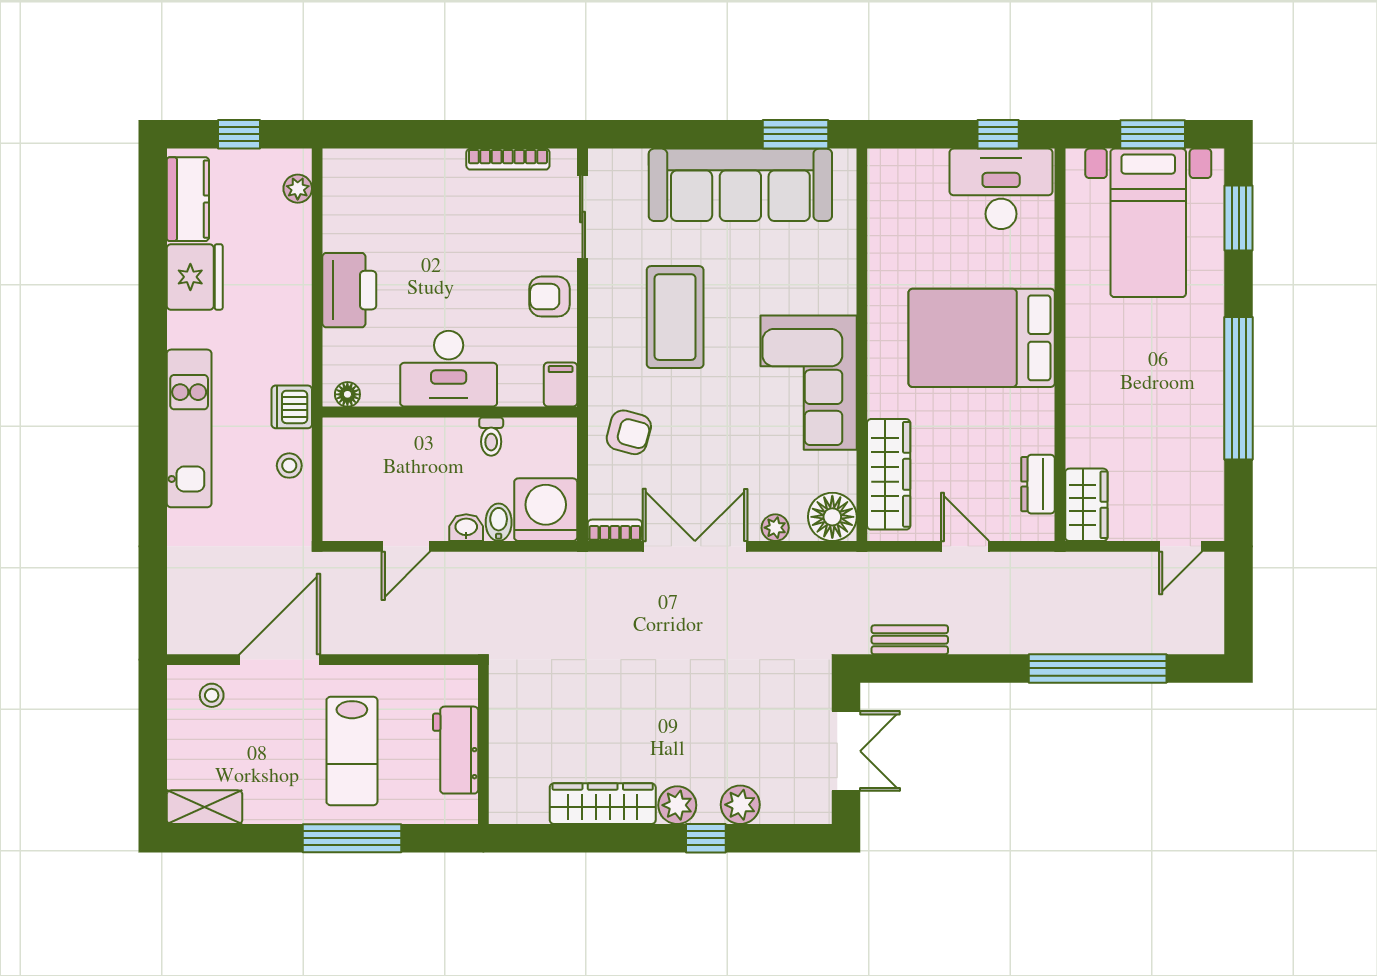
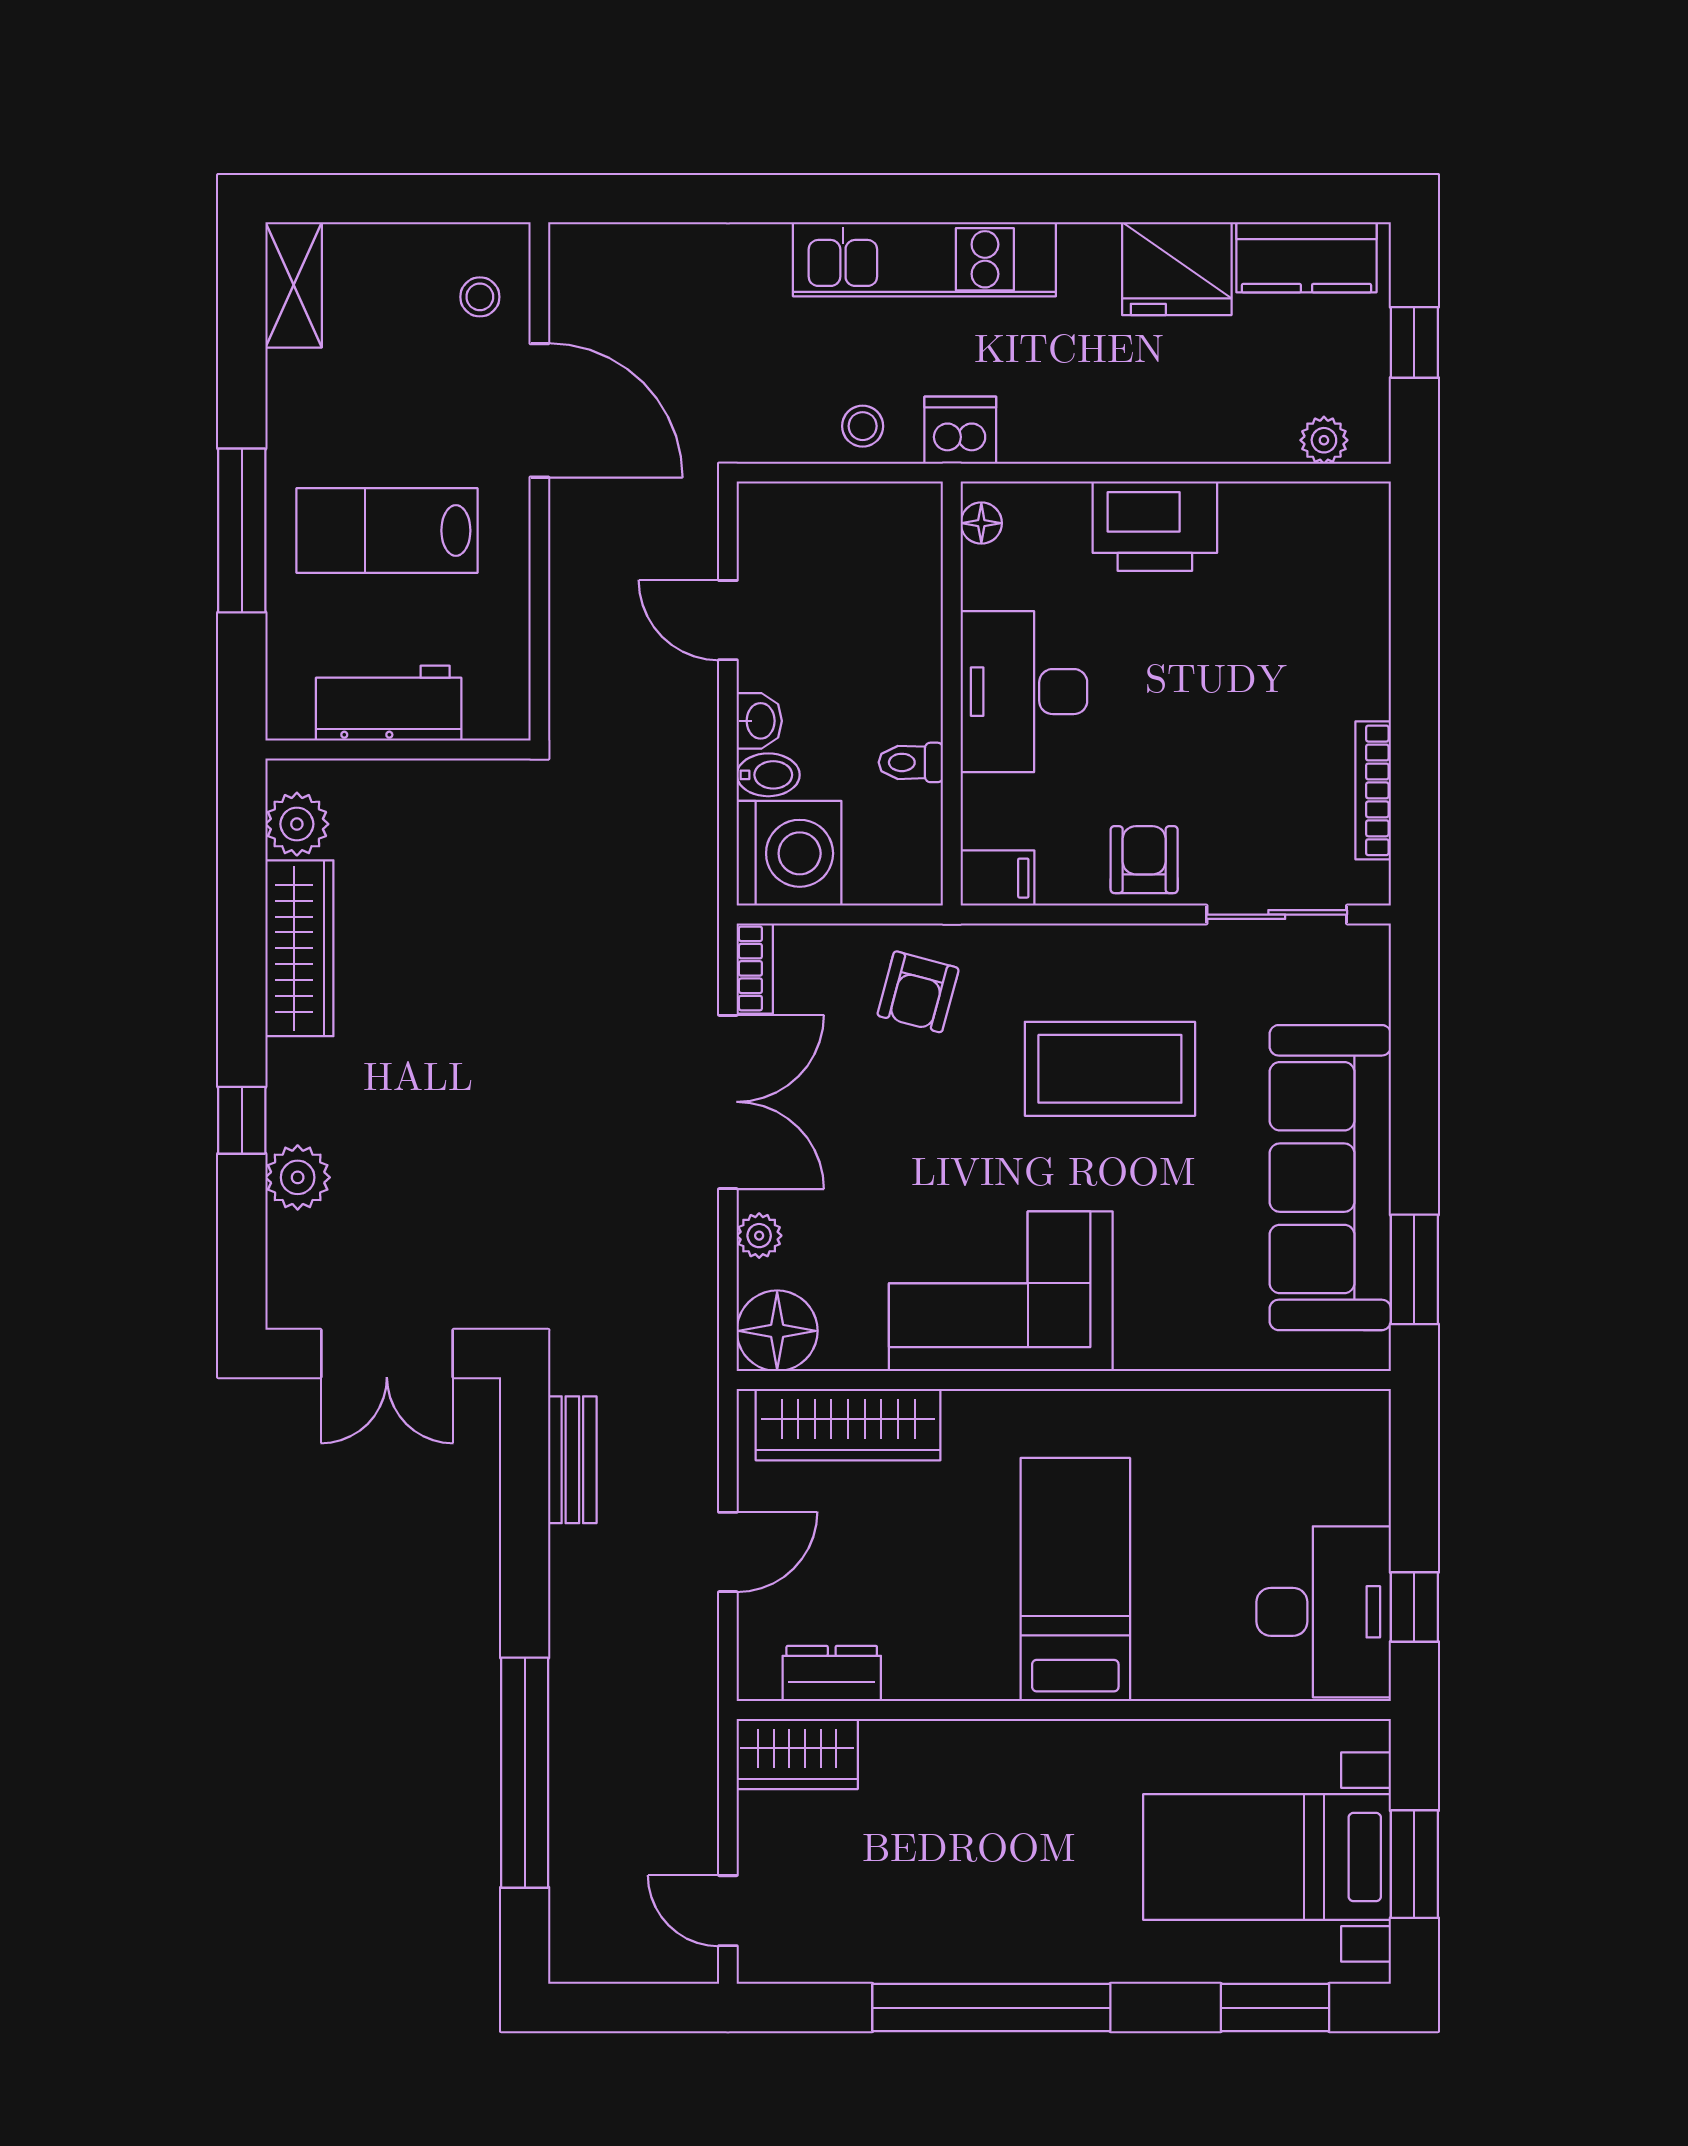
bed: (982, 338) -> (1075, 1580), width x0.67
plant: (677, 805) -> (297, 824), moved

